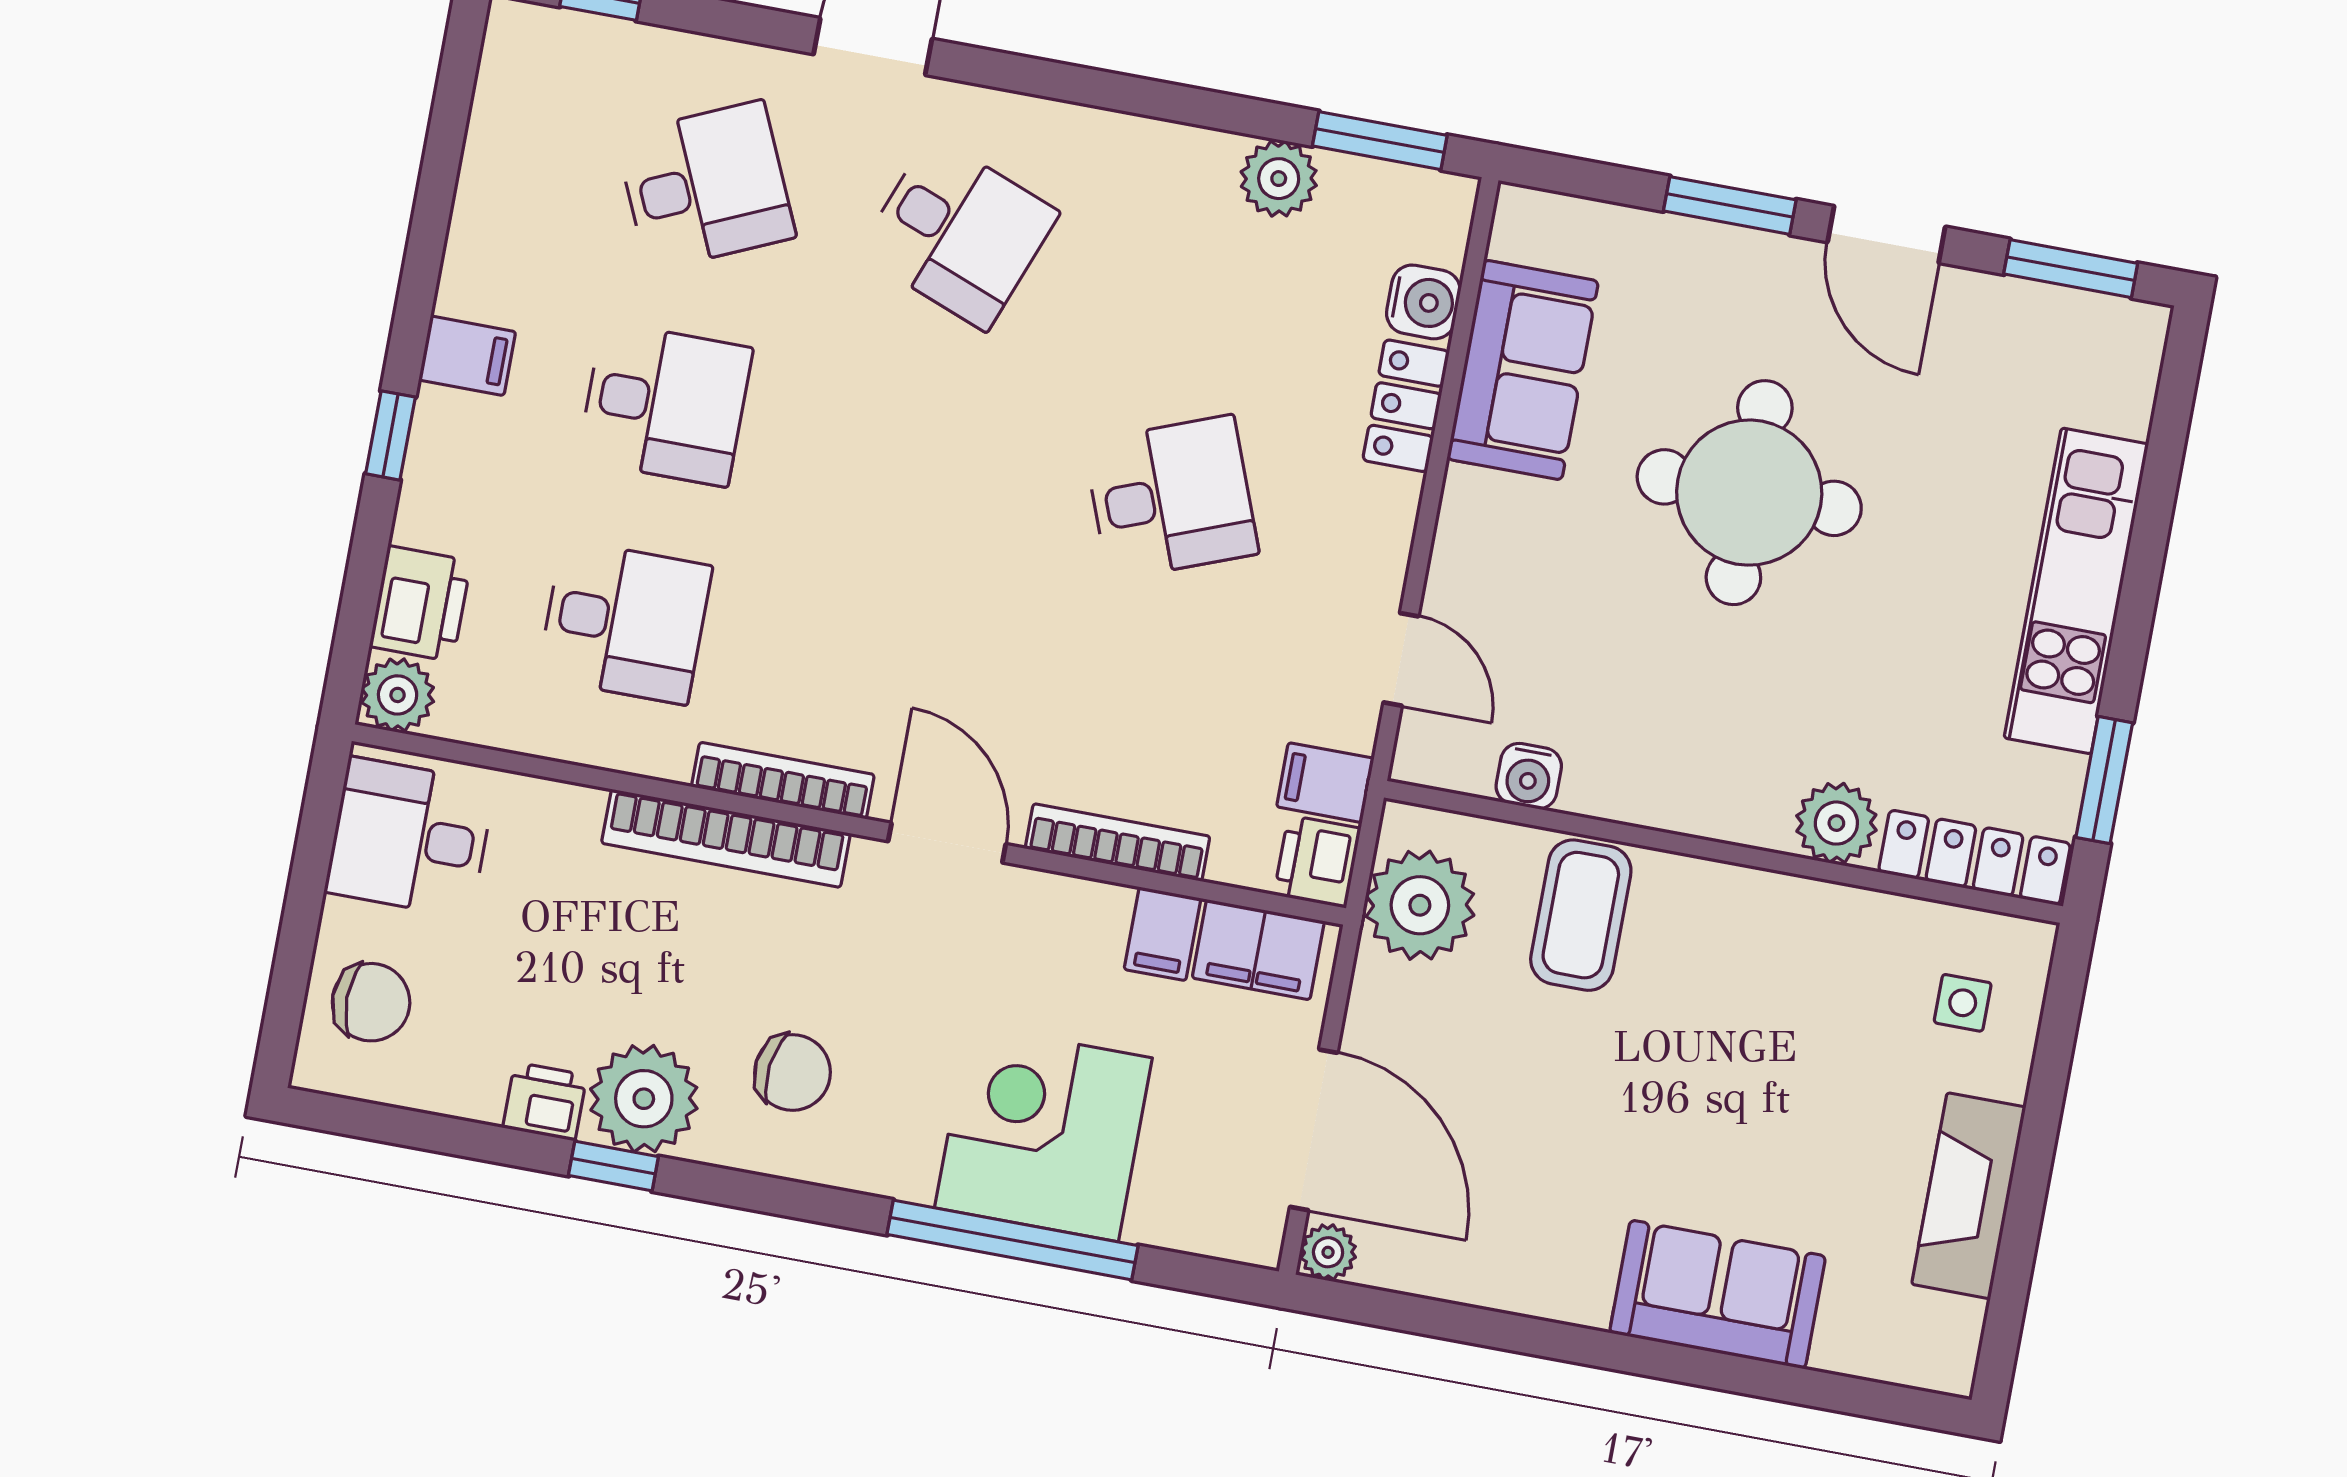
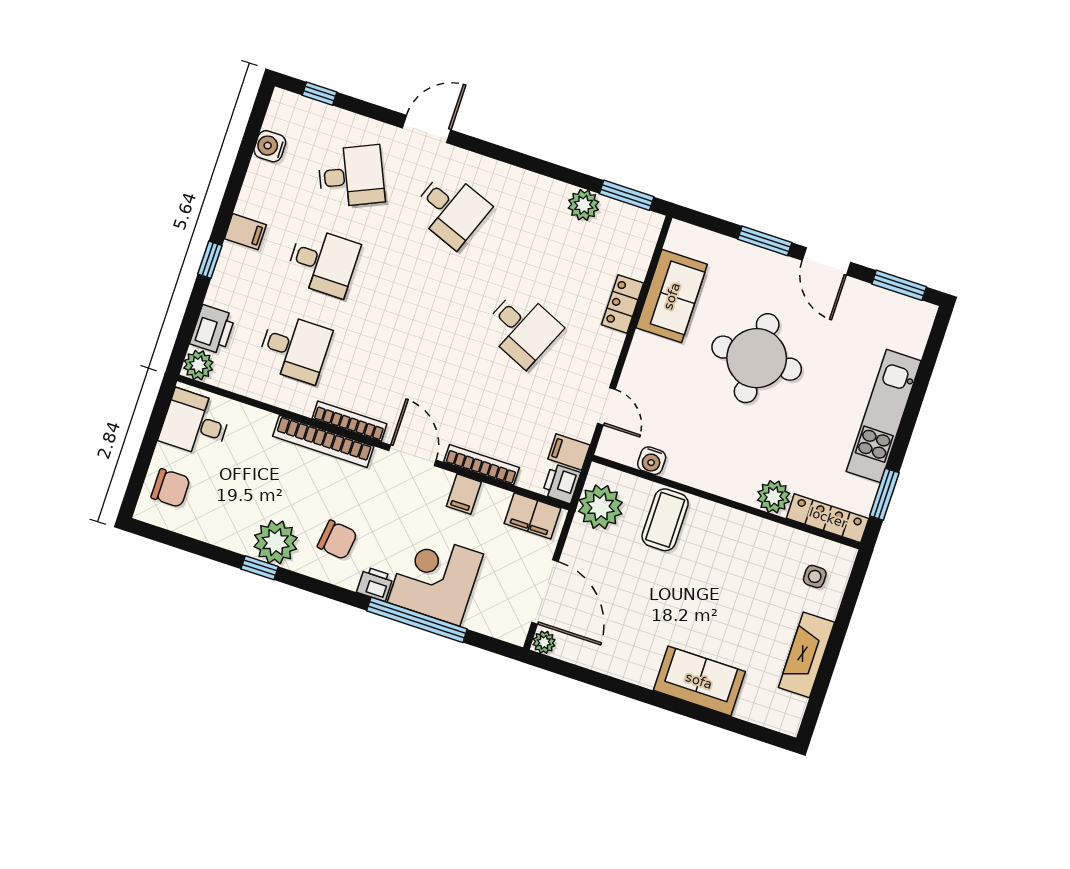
water cooler: (1423, 302) -> (270, 146), moved, turned 180
desk: (1171, 498) -> (522, 328), turned 45
filing cabinet: (1162, 934) -> (464, 494), moved
printer: (545, 1101) -> (375, 584), moved

